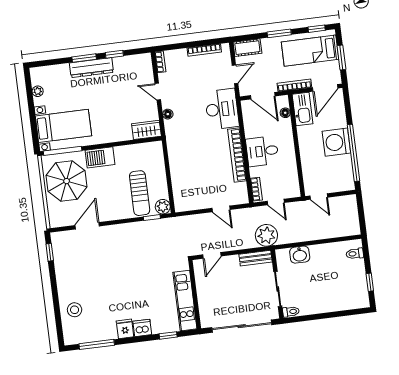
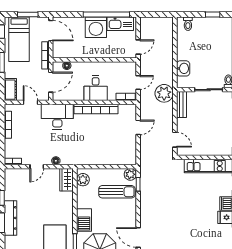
kitchen sink: (303, 109) -> (120, 24), moved, turned 180
plant: (149, 150) -> (83, 180), added

